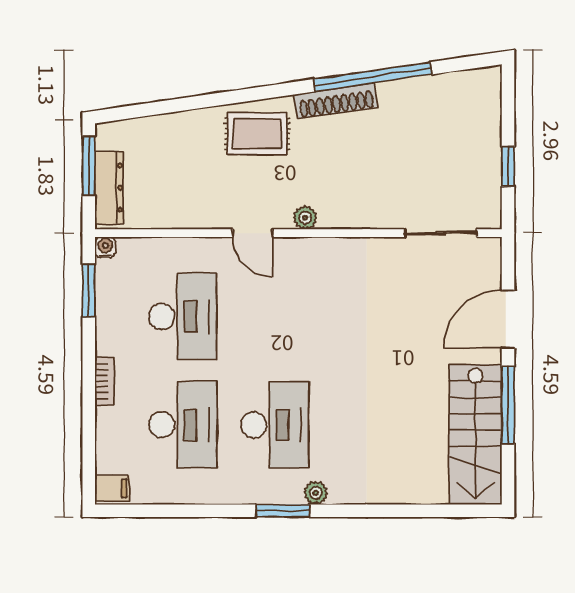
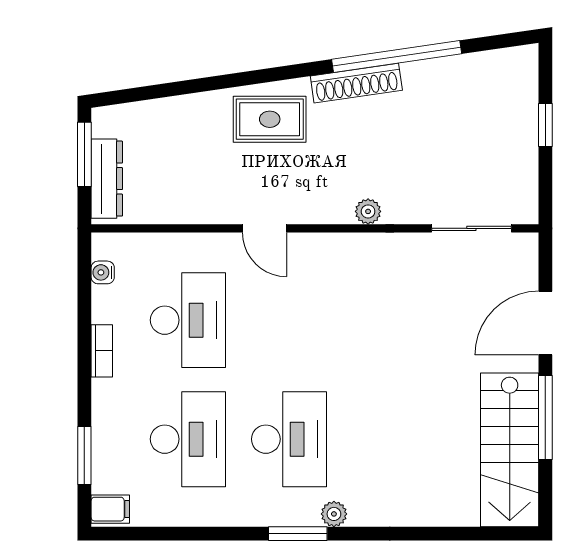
window: (508, 166) -> (545, 125), moved
plant: (305, 218) -> (368, 211), moved
water cooler: (105, 247) -> (103, 272), moved, turned -90
window: (89, 291) -> (84, 455), moved
bookcase: (104, 381) -> (102, 351), moved

